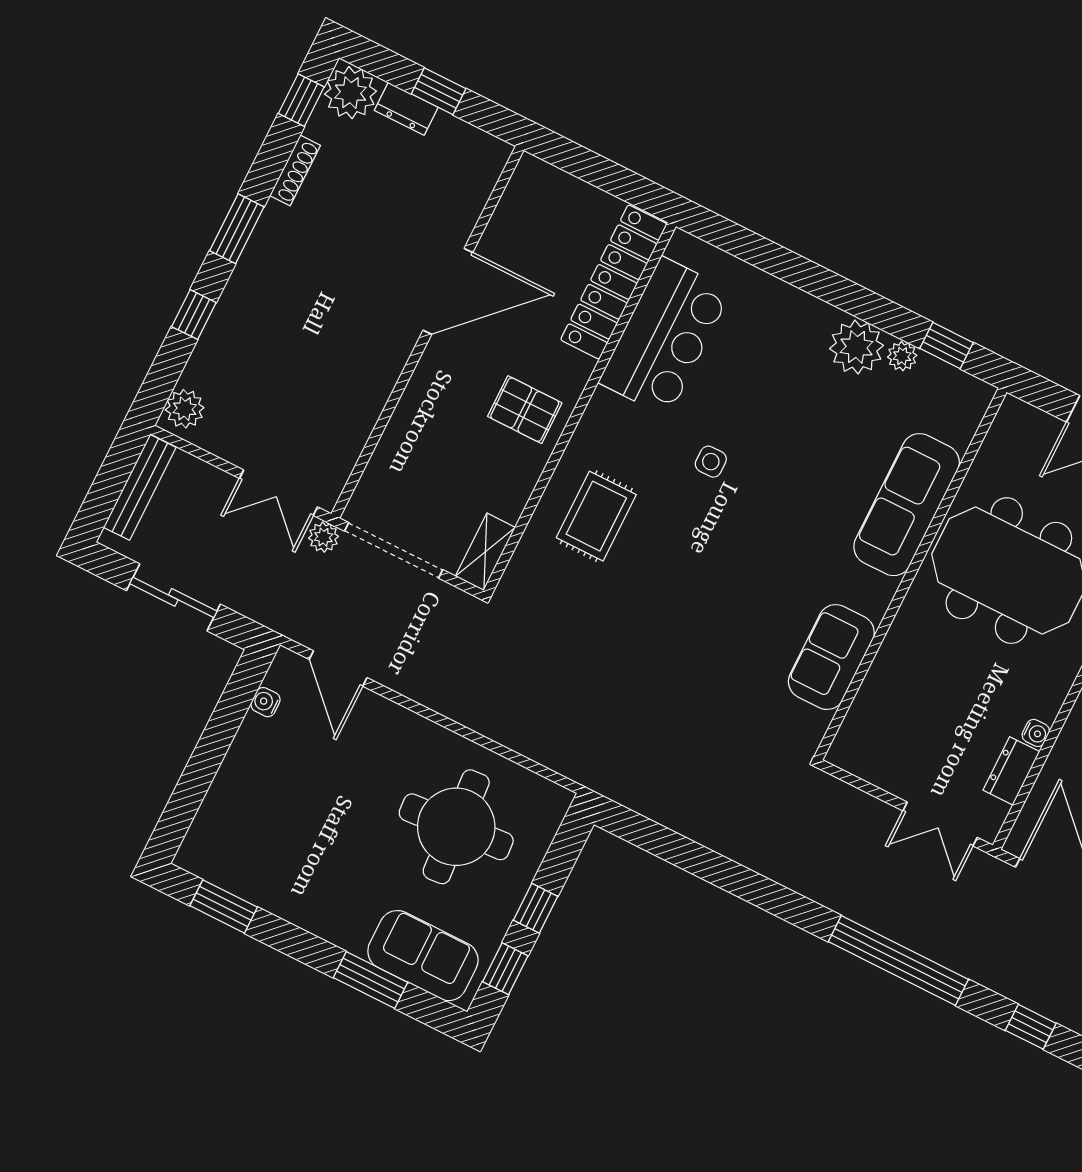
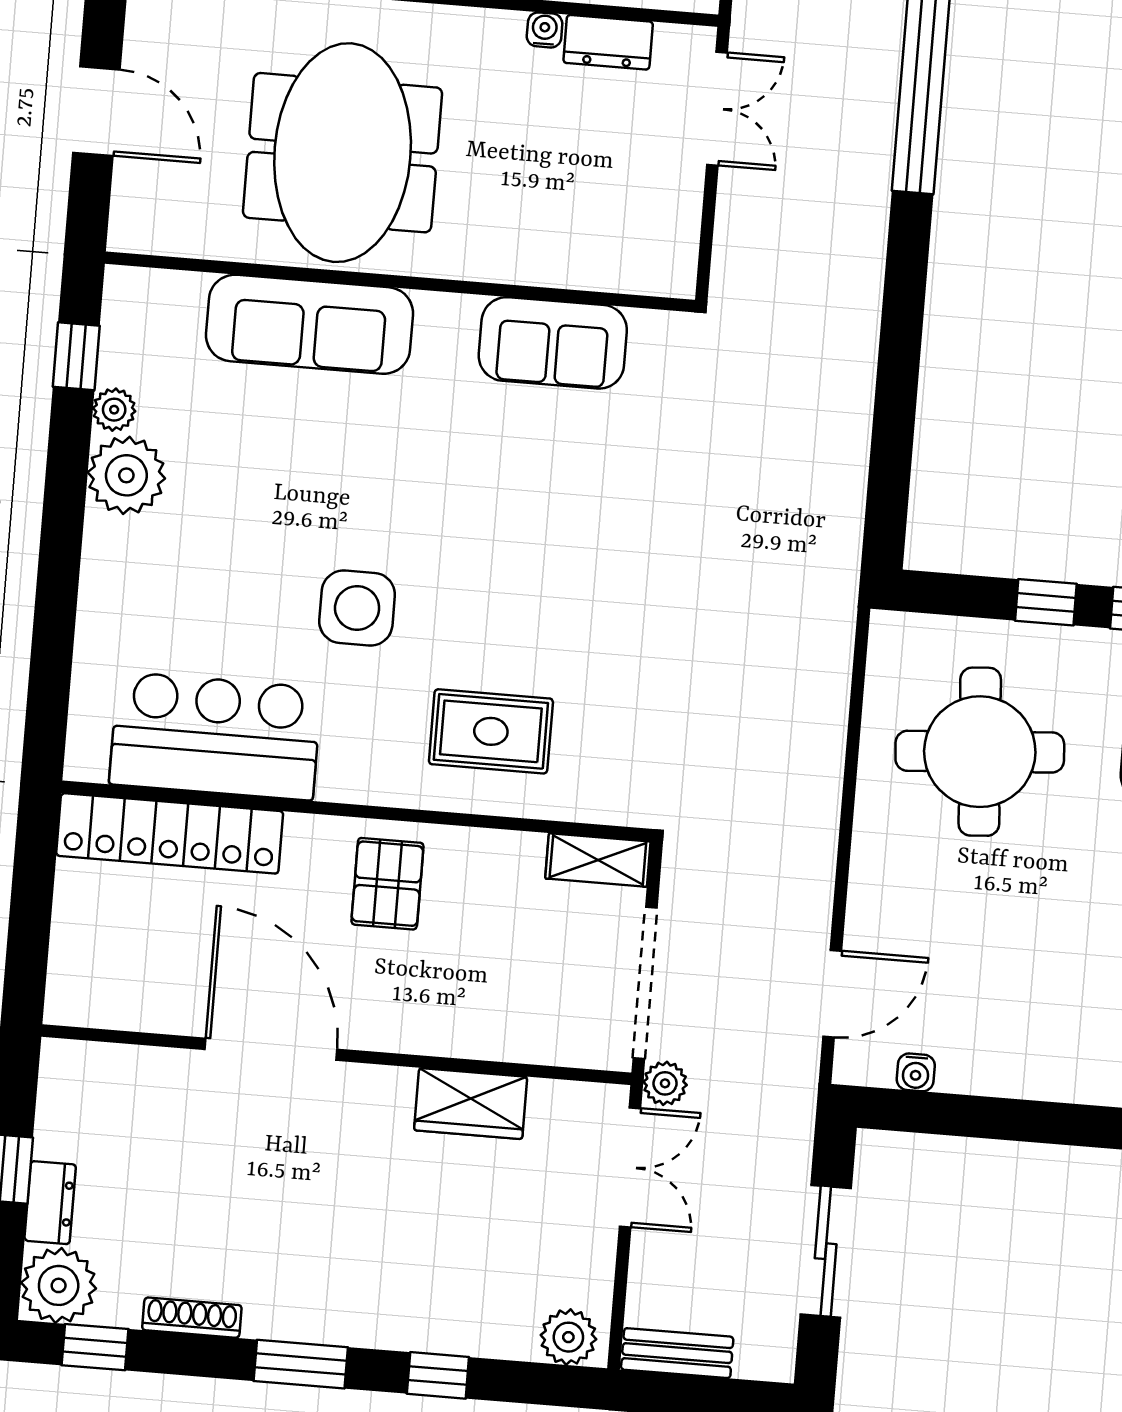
wardrobe: (361, 406) -> (471, 1104), added
side table: (711, 462) -> (357, 608), width x1.87, depth x1.87
bench: (140, 487) -> (677, 1353), width x0.73

